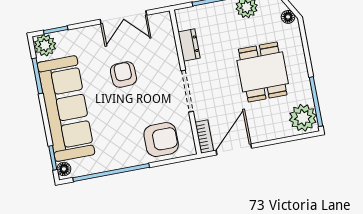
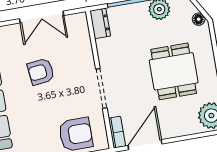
dresser: (189, 45) -> (100, 23), moved
armchair: (123, 75) -> (41, 72), turned -94

